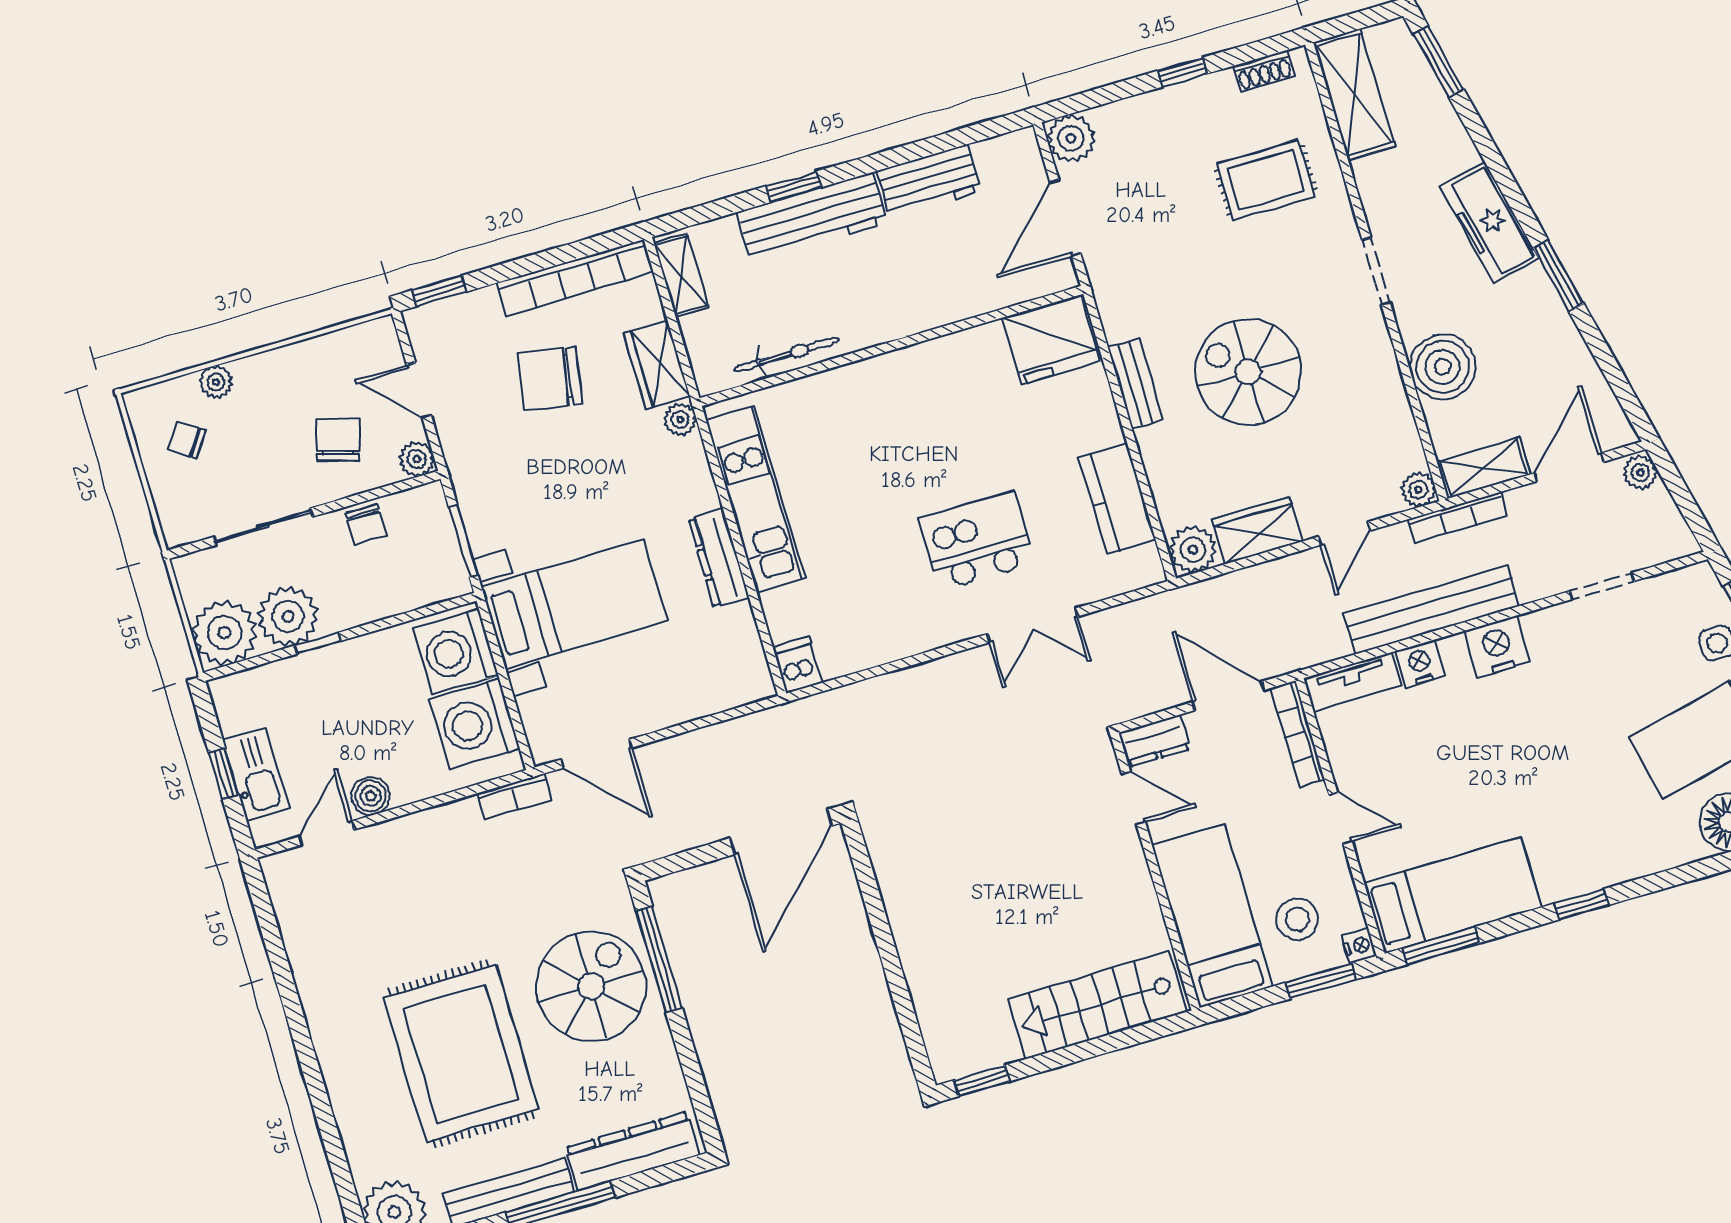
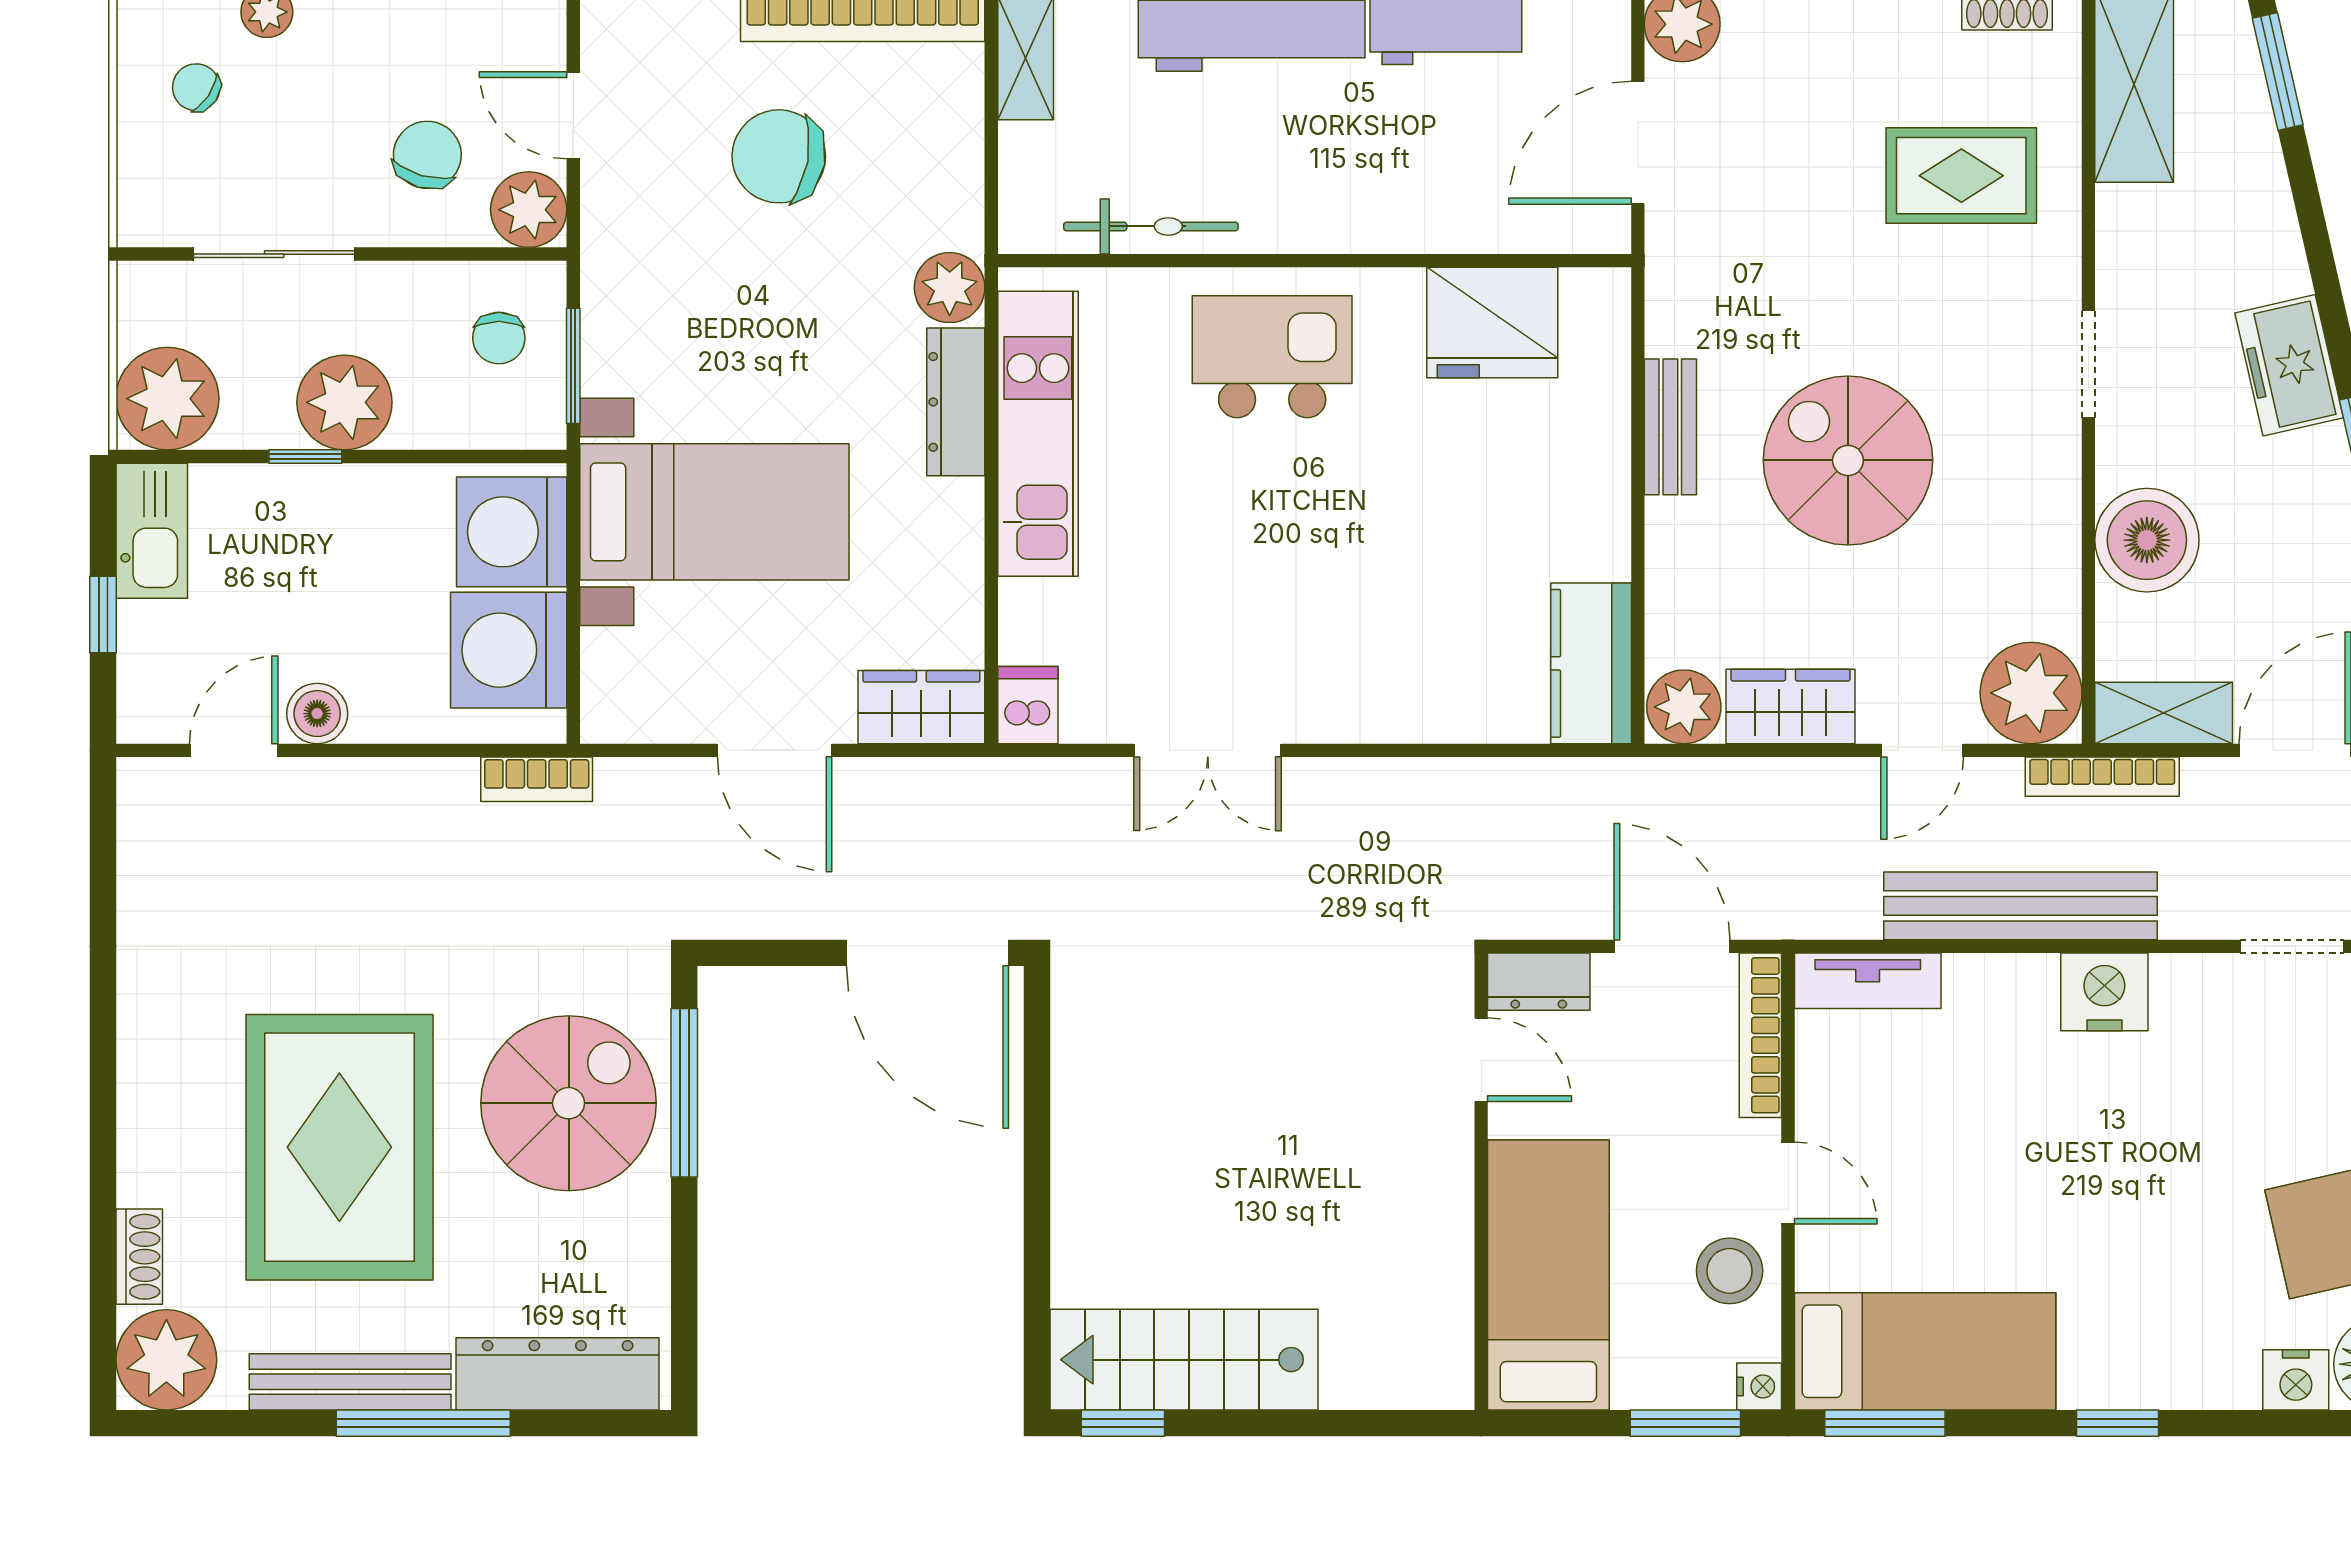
freezer: (1490, 222) -> (2289, 365), width x0.71
fridge: (1051, 340) -> (1492, 322), moved
wardrobe: (657, 365) -> (921, 707), moved, turned 90
plant: (680, 420) -> (950, 288), width x1.38, depth x1.38
plant: (417, 459) -> (529, 210), width x1.38, depth x1.38
plant: (1418, 490) -> (2031, 693), width x1.88, depth x1.88
kitchen counter: (1117, 498) -> (1591, 663), moved
chair: (366, 525) -> (499, 338), moved
kitchen island: (977, 541) -> (1272, 357), moved
dresser: (719, 558) -> (956, 402), moved
plant: (288, 617) -> (344, 402), moved
double door: (1032, 625) -> (1208, 750), moved
nightstand: (1420, 664) -> (2296, 1380), moved, turned 180
door: (596, 754) -> (775, 750), moved
kitchen sink: (256, 774) -> (152, 531), moved
door: (781, 832) -> (928, 953), hinge flipped
stool: (1297, 919) -> (1730, 1271), moved
stairs: (1097, 1005) -> (1184, 1360), moved
shoe rack: (360, 1155) -> (139, 1257), added

